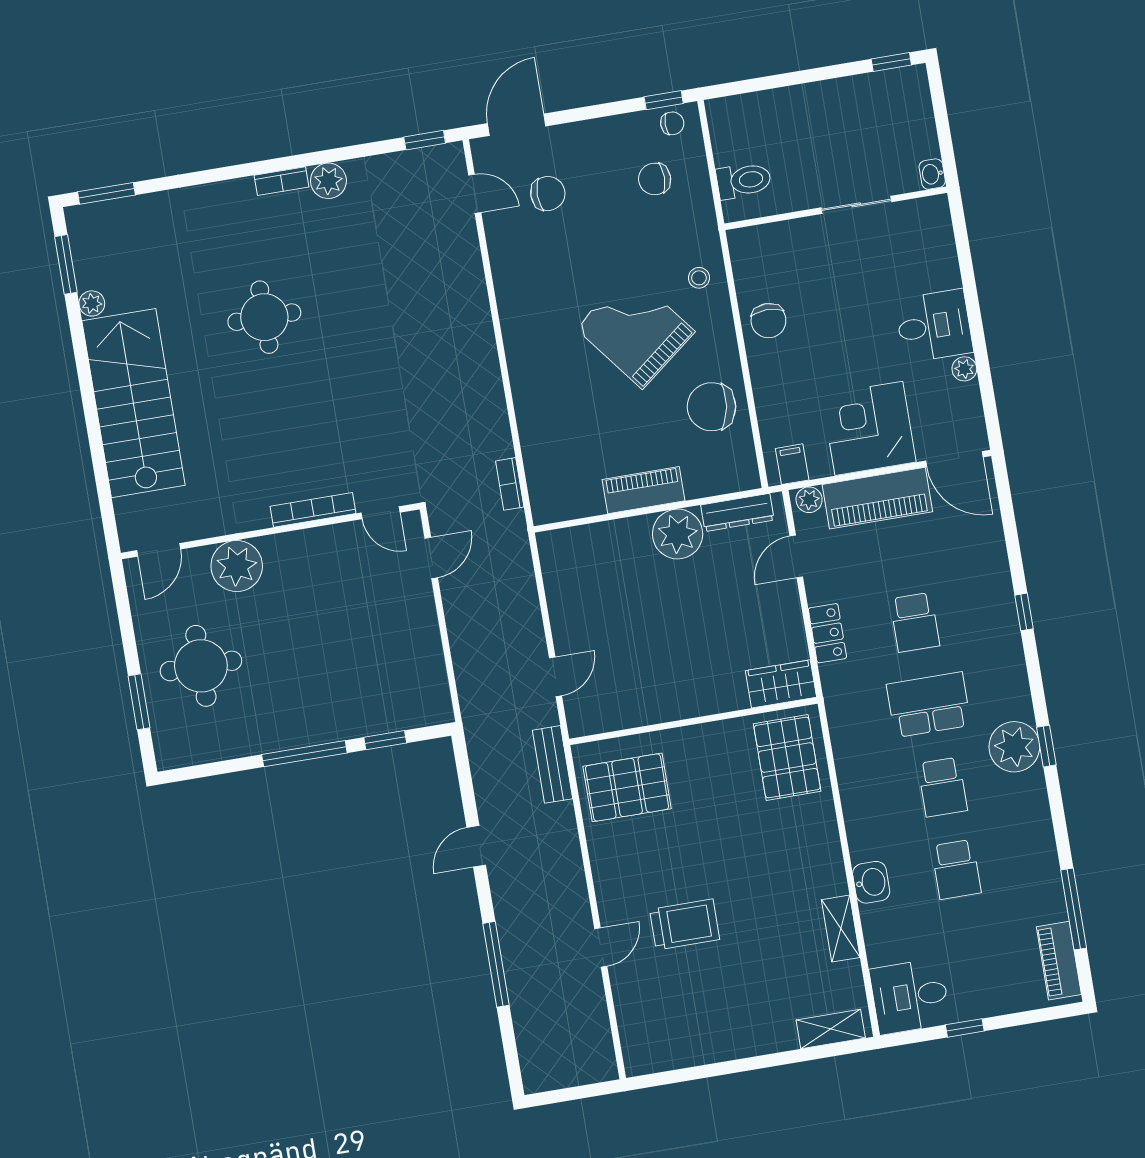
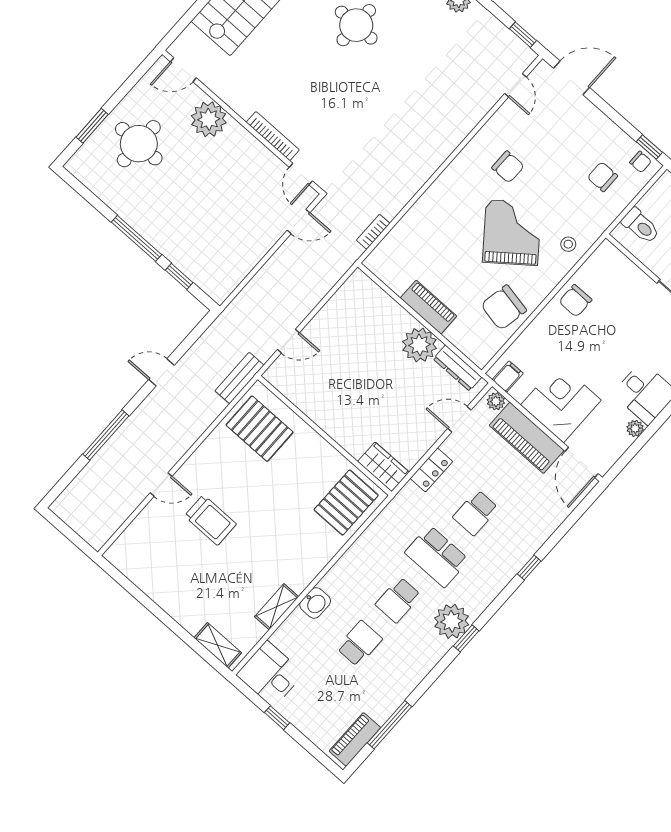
chair: (548, 193) -> (508, 167), moved
chair: (712, 407) -> (504, 308), turned -88
school desk: (929, 705) -> (437, 556), turned 180
school desk: (956, 869) -> (359, 644), turned 180

